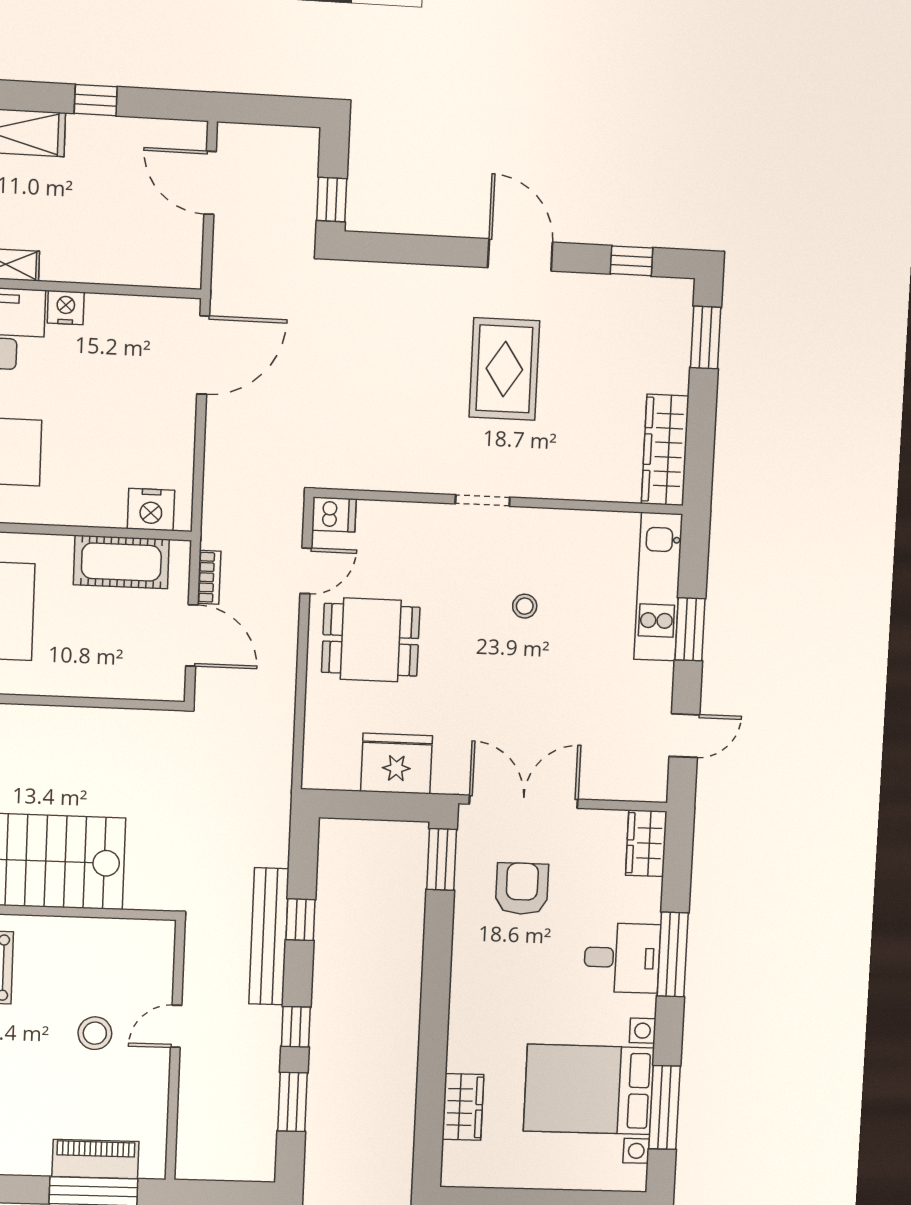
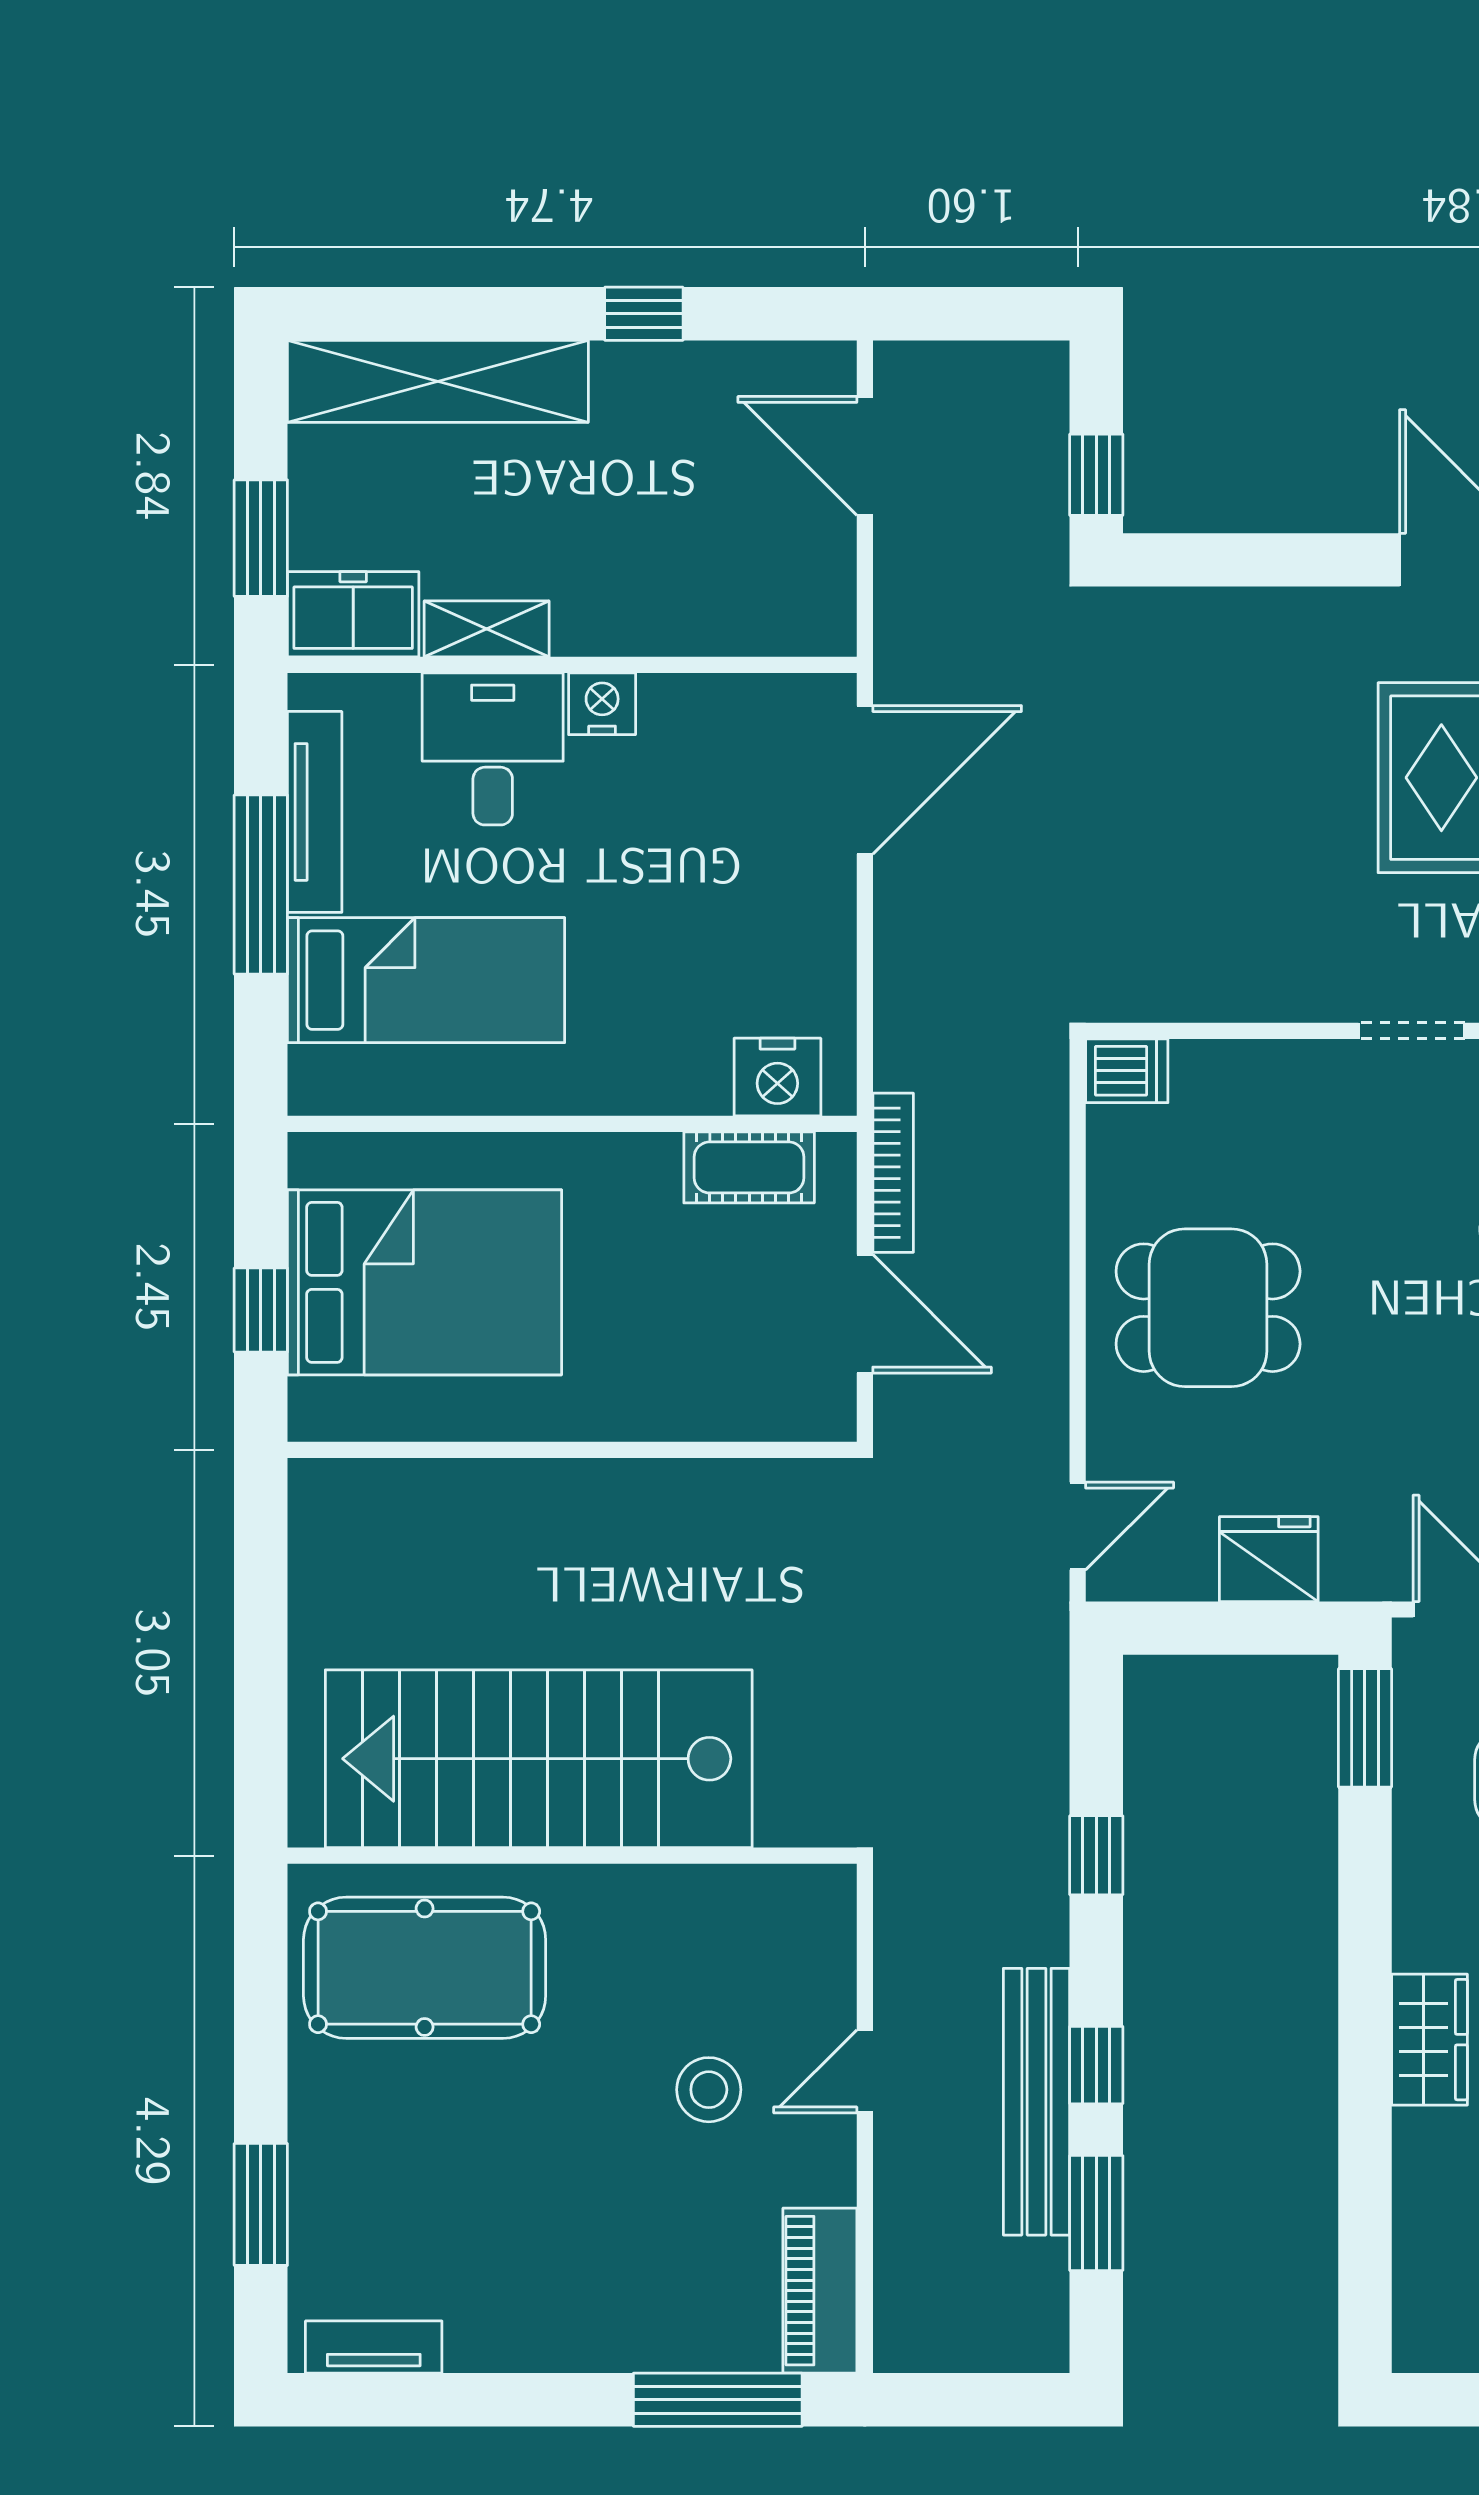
cot: (121, 562) -> (749, 1167), width x0.73, depth x0.75
door: (306, 571) -> (1078, 1526), moved
bookcase: (209, 577) -> (893, 1173), width x1.56
fridge: (397, 763) -> (1269, 1559), width x0.73, depth x0.75
bench: (269, 936) -> (1036, 2102), moved
wardrobe: (463, 1107) -> (1430, 2040), moved
piano: (95, 1159) -> (820, 2291), moved, turned -90

